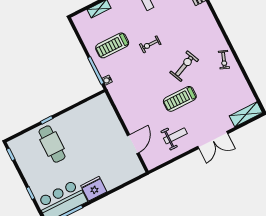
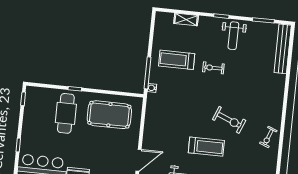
exercise bike: (150, 44) -> (213, 68), moved
exercise bike: (184, 66) -> (229, 120), turned 46
treadmill: (180, 99) -> (206, 147), turned 180
pool table: (87, 123) -> (109, 115), added

